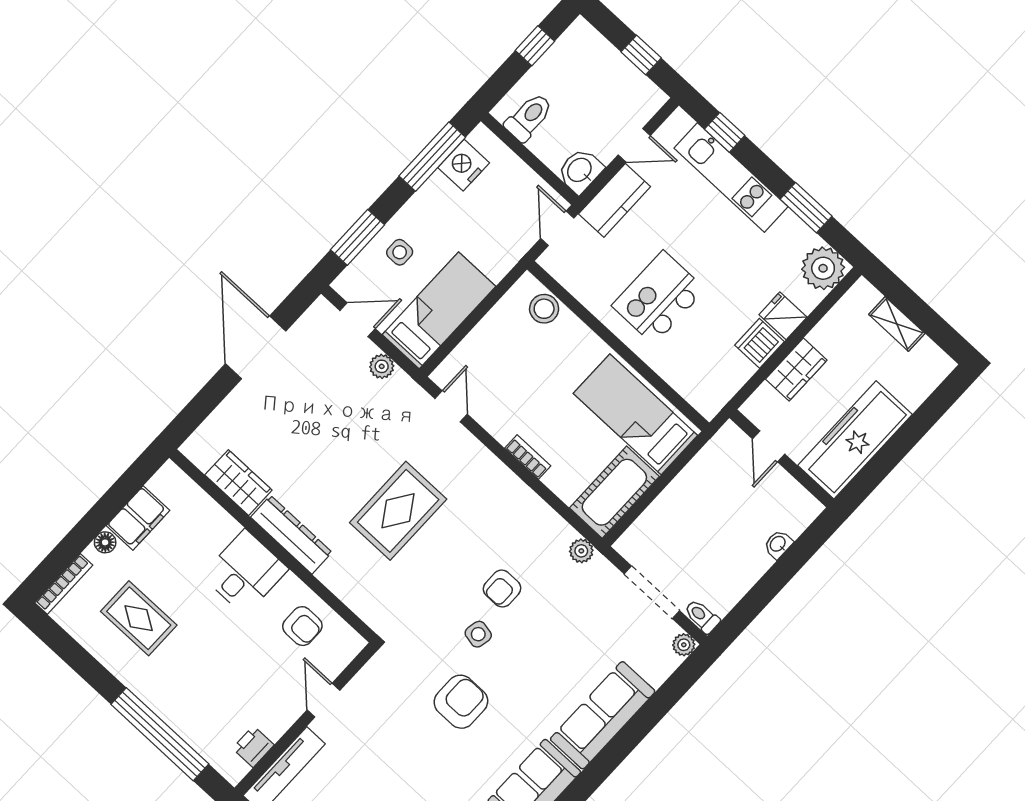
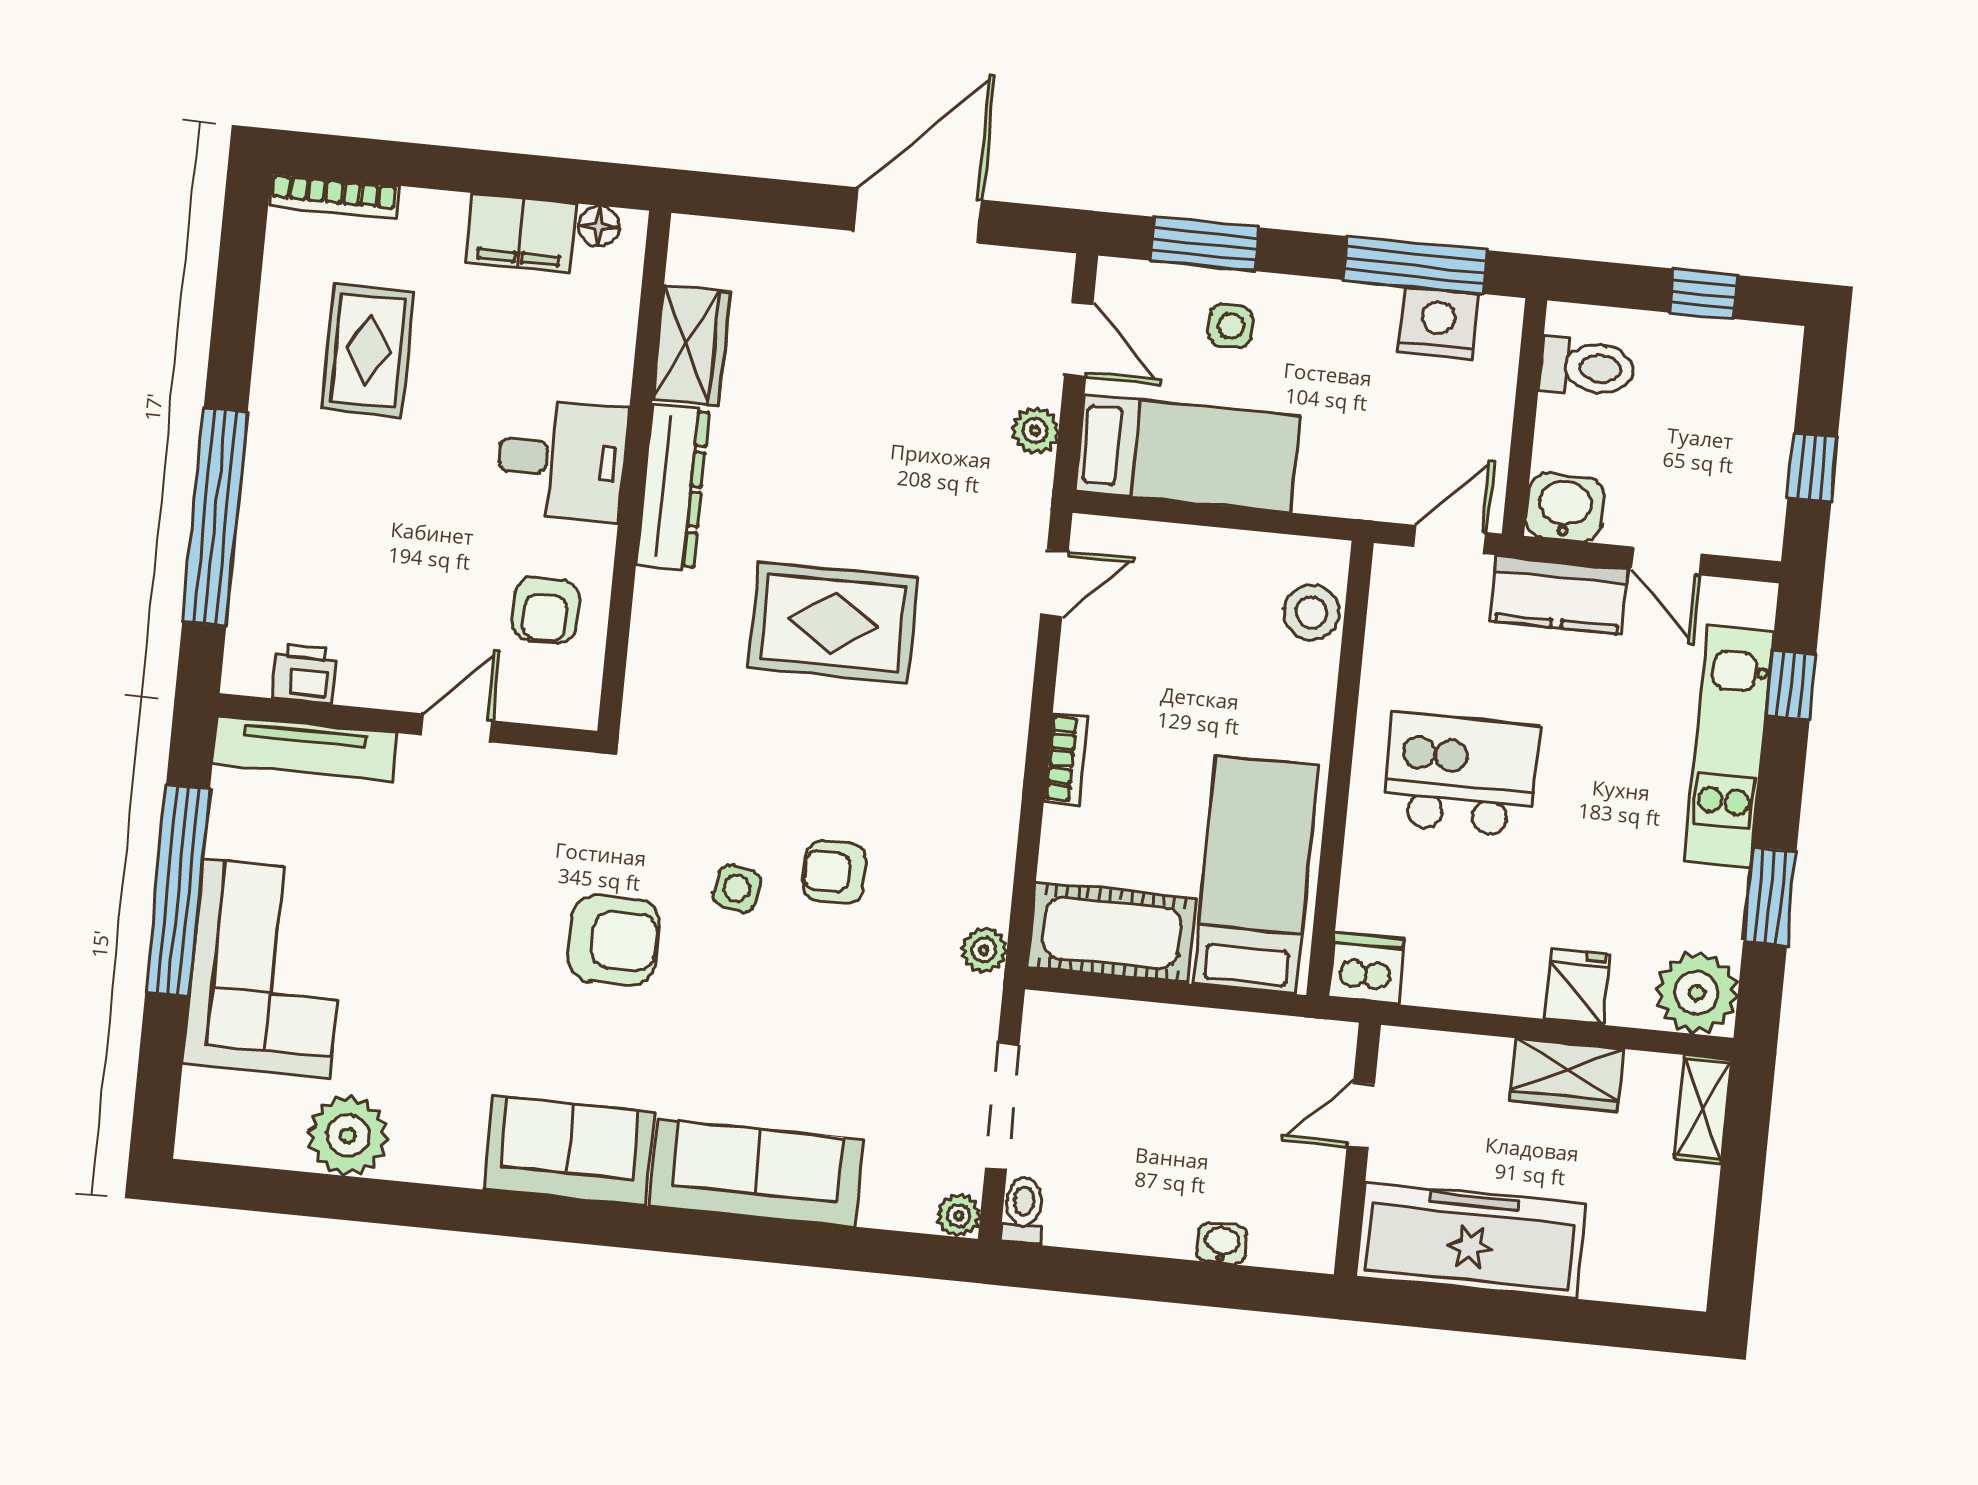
shelving: (897, 324) -> (1703, 1109), moved
dishwasher: (760, 343) -> (1366, 968), moved
wardrobe: (796, 370) -> (1567, 1075), moved
floor lamp: (105, 542) -> (599, 226), moved

